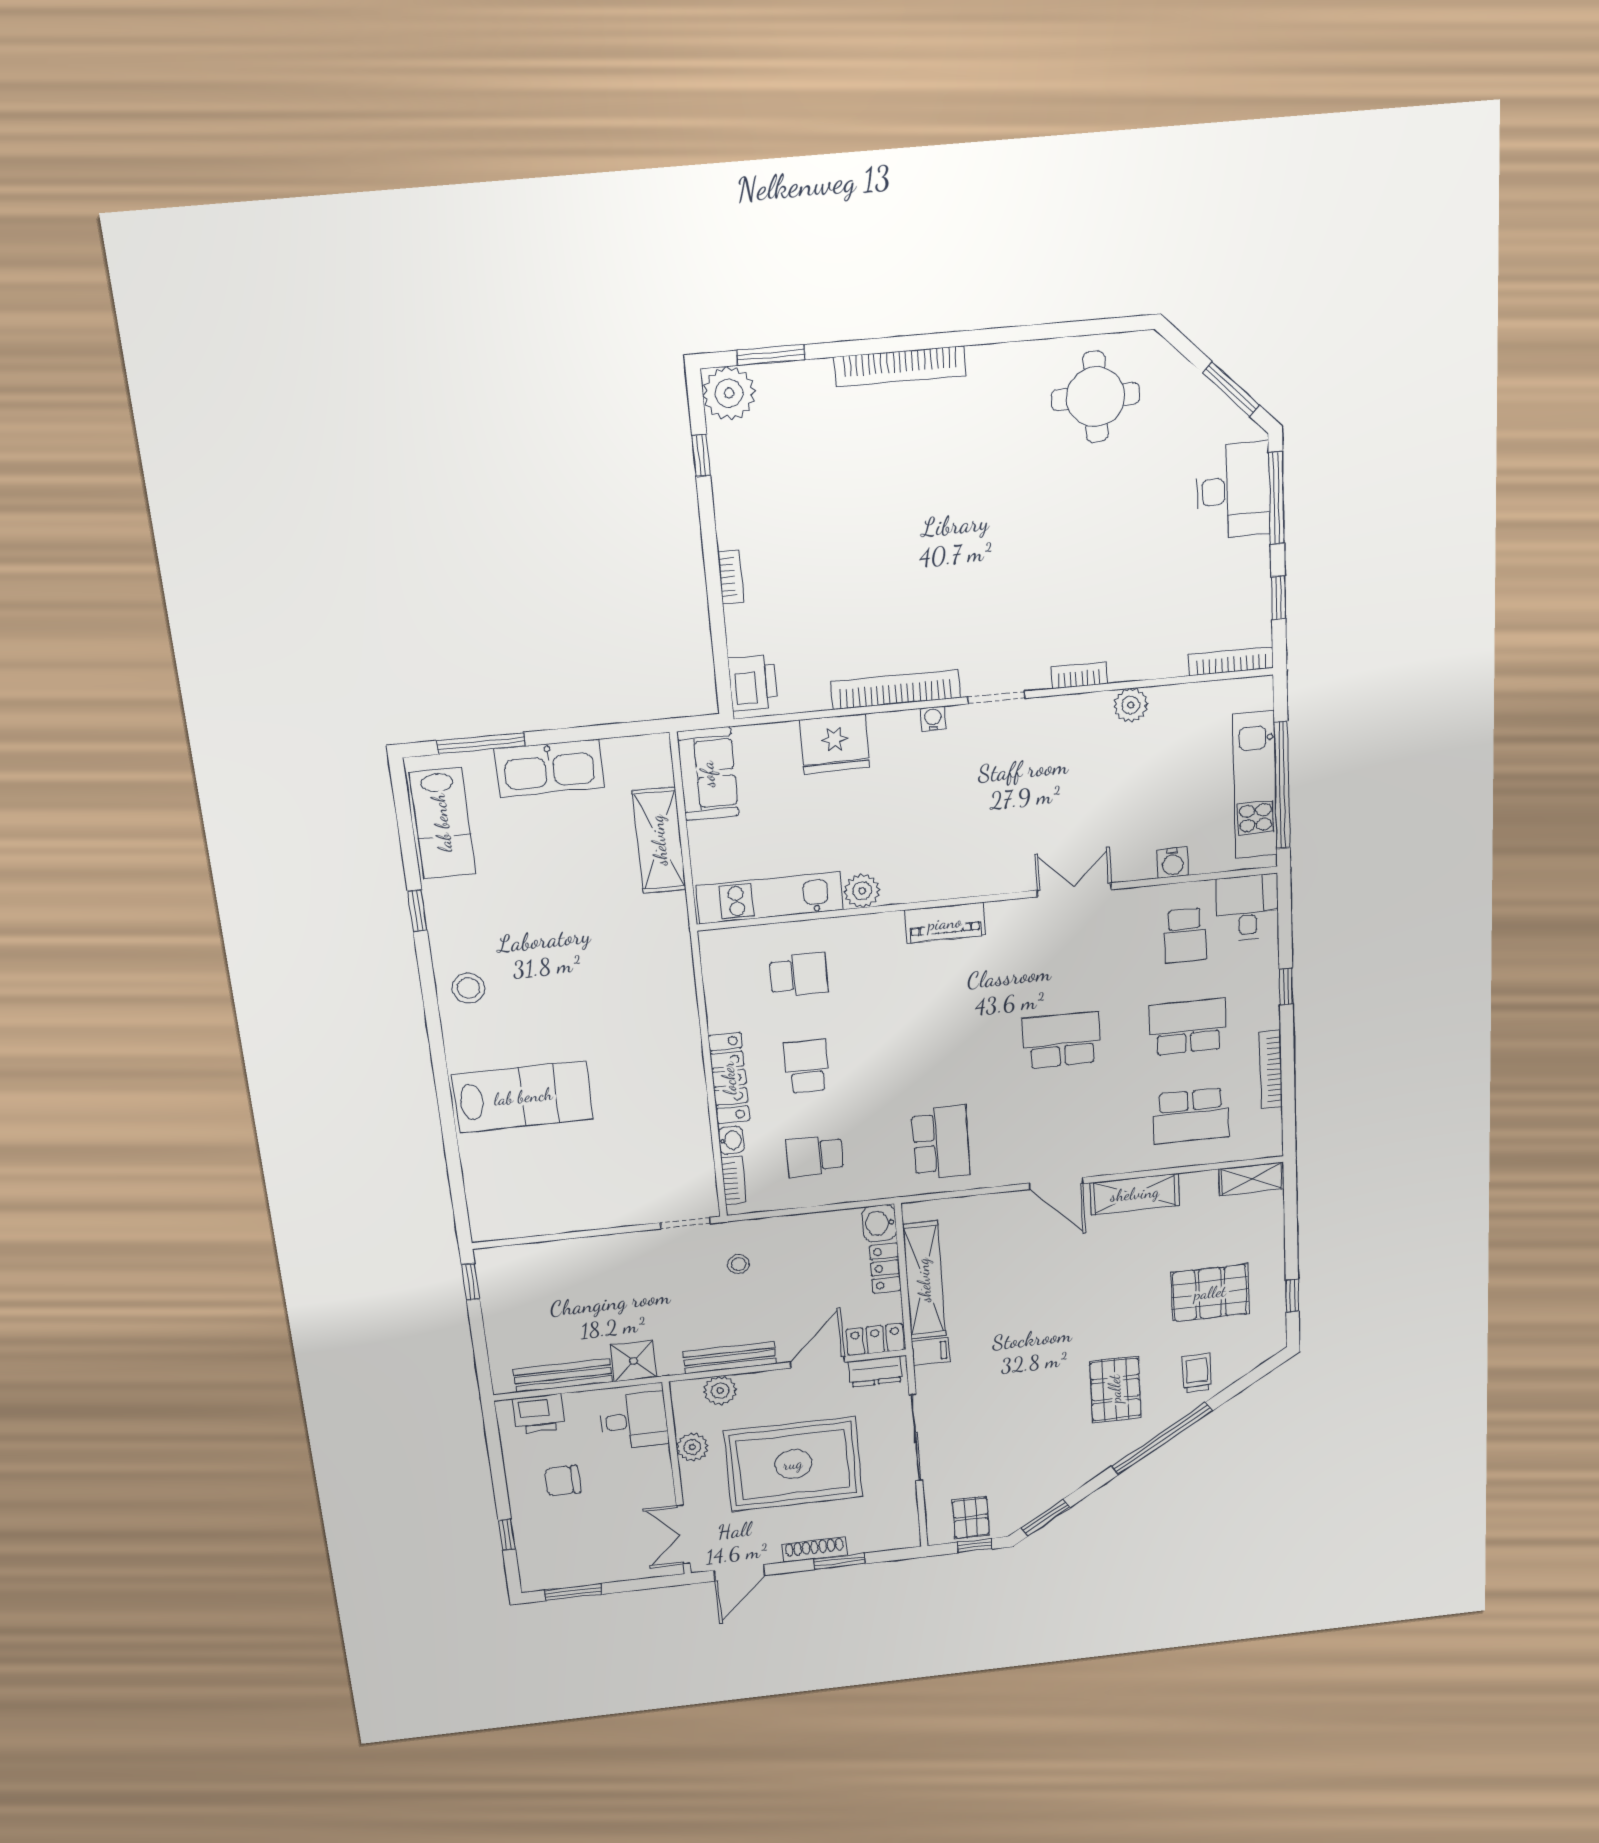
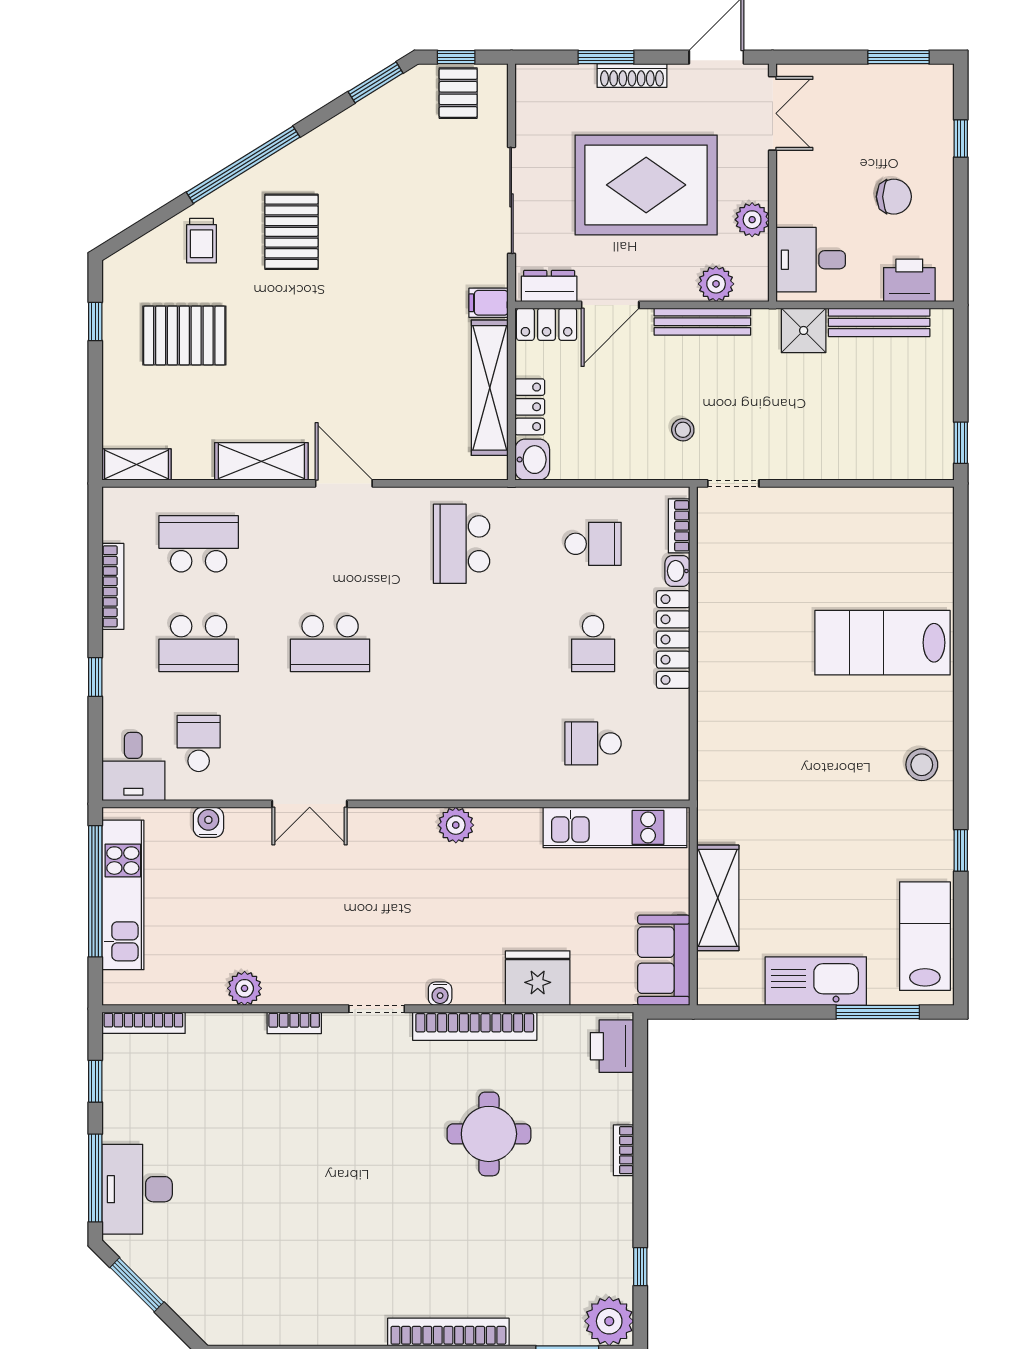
round table: (1096, 397) -> (489, 1134), moved
plant: (862, 891) -> (456, 825), moved
piano: (945, 923) -> (442, 783), removed

